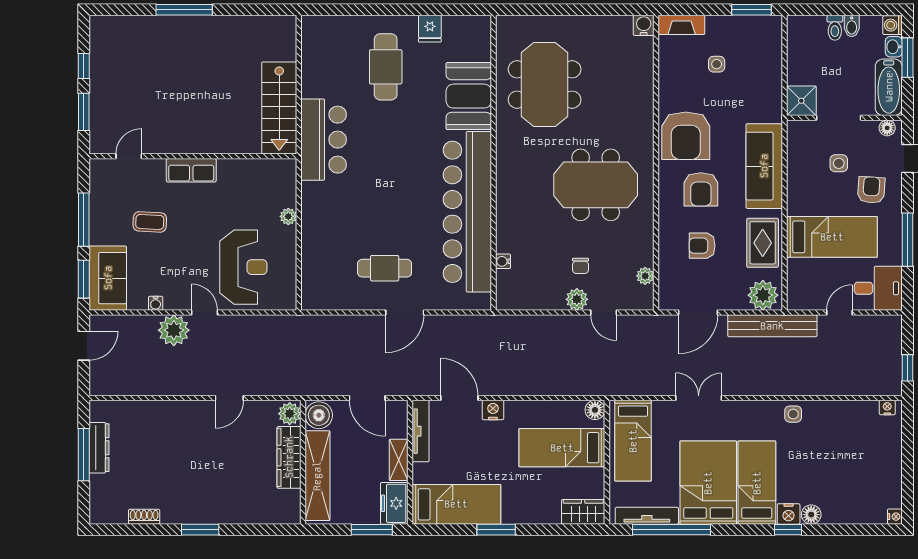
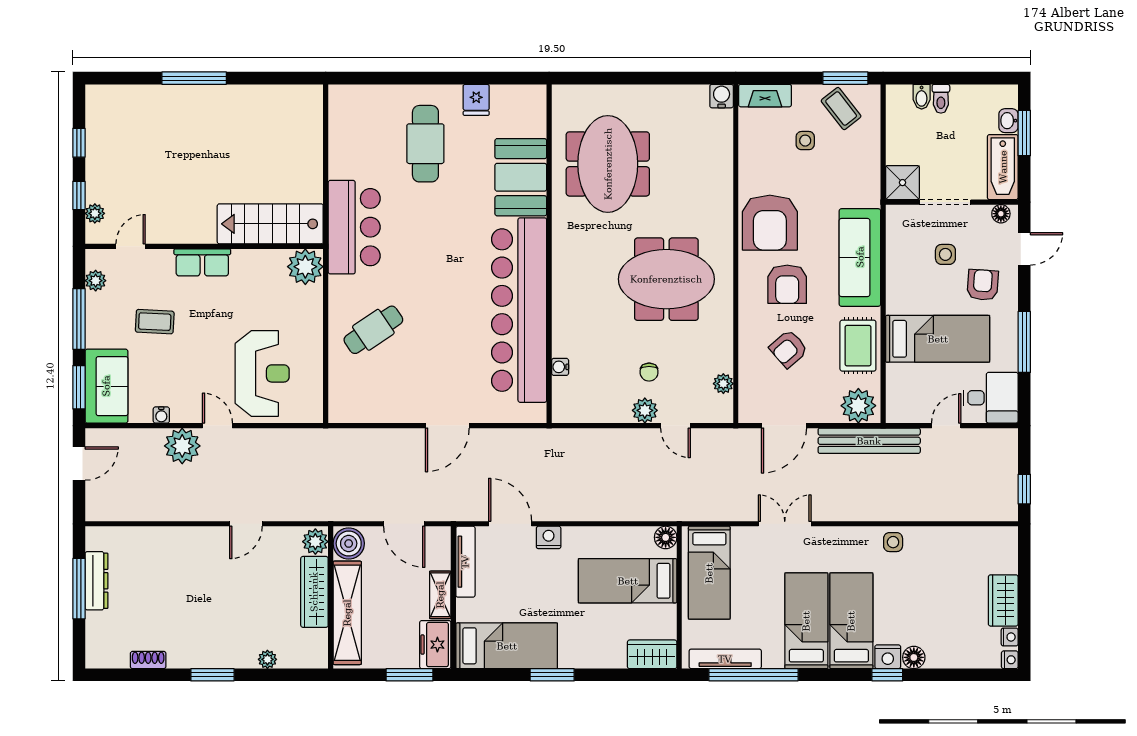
washing machine: (893, 25) -> (1007, 96), removed
bidet: (852, 26) -> (922, 97), moved
coffee table: (748, 36) -> (841, 109), added
stairs: (279, 108) -> (270, 224), moved, turned 90
window: (84, 112) -> (79, 195), width x0.67
plant: (98, 128) -> (95, 213), added
plant: (98, 186) -> (96, 281), added
plant: (288, 216) -> (305, 267), moved, width x1.88, depth x1.88
armchair: (702, 246) -> (789, 349), turned -41
cafe table: (385, 268) -> (373, 330), moved, turned -34
nightstand: (887, 408) -> (1010, 637), moved, turned 90
wardrobe: (889, 465) -> (1003, 600), added
bed: (708, 483) -> (806, 621), width x0.67
plant: (248, 516) -> (267, 659), added

